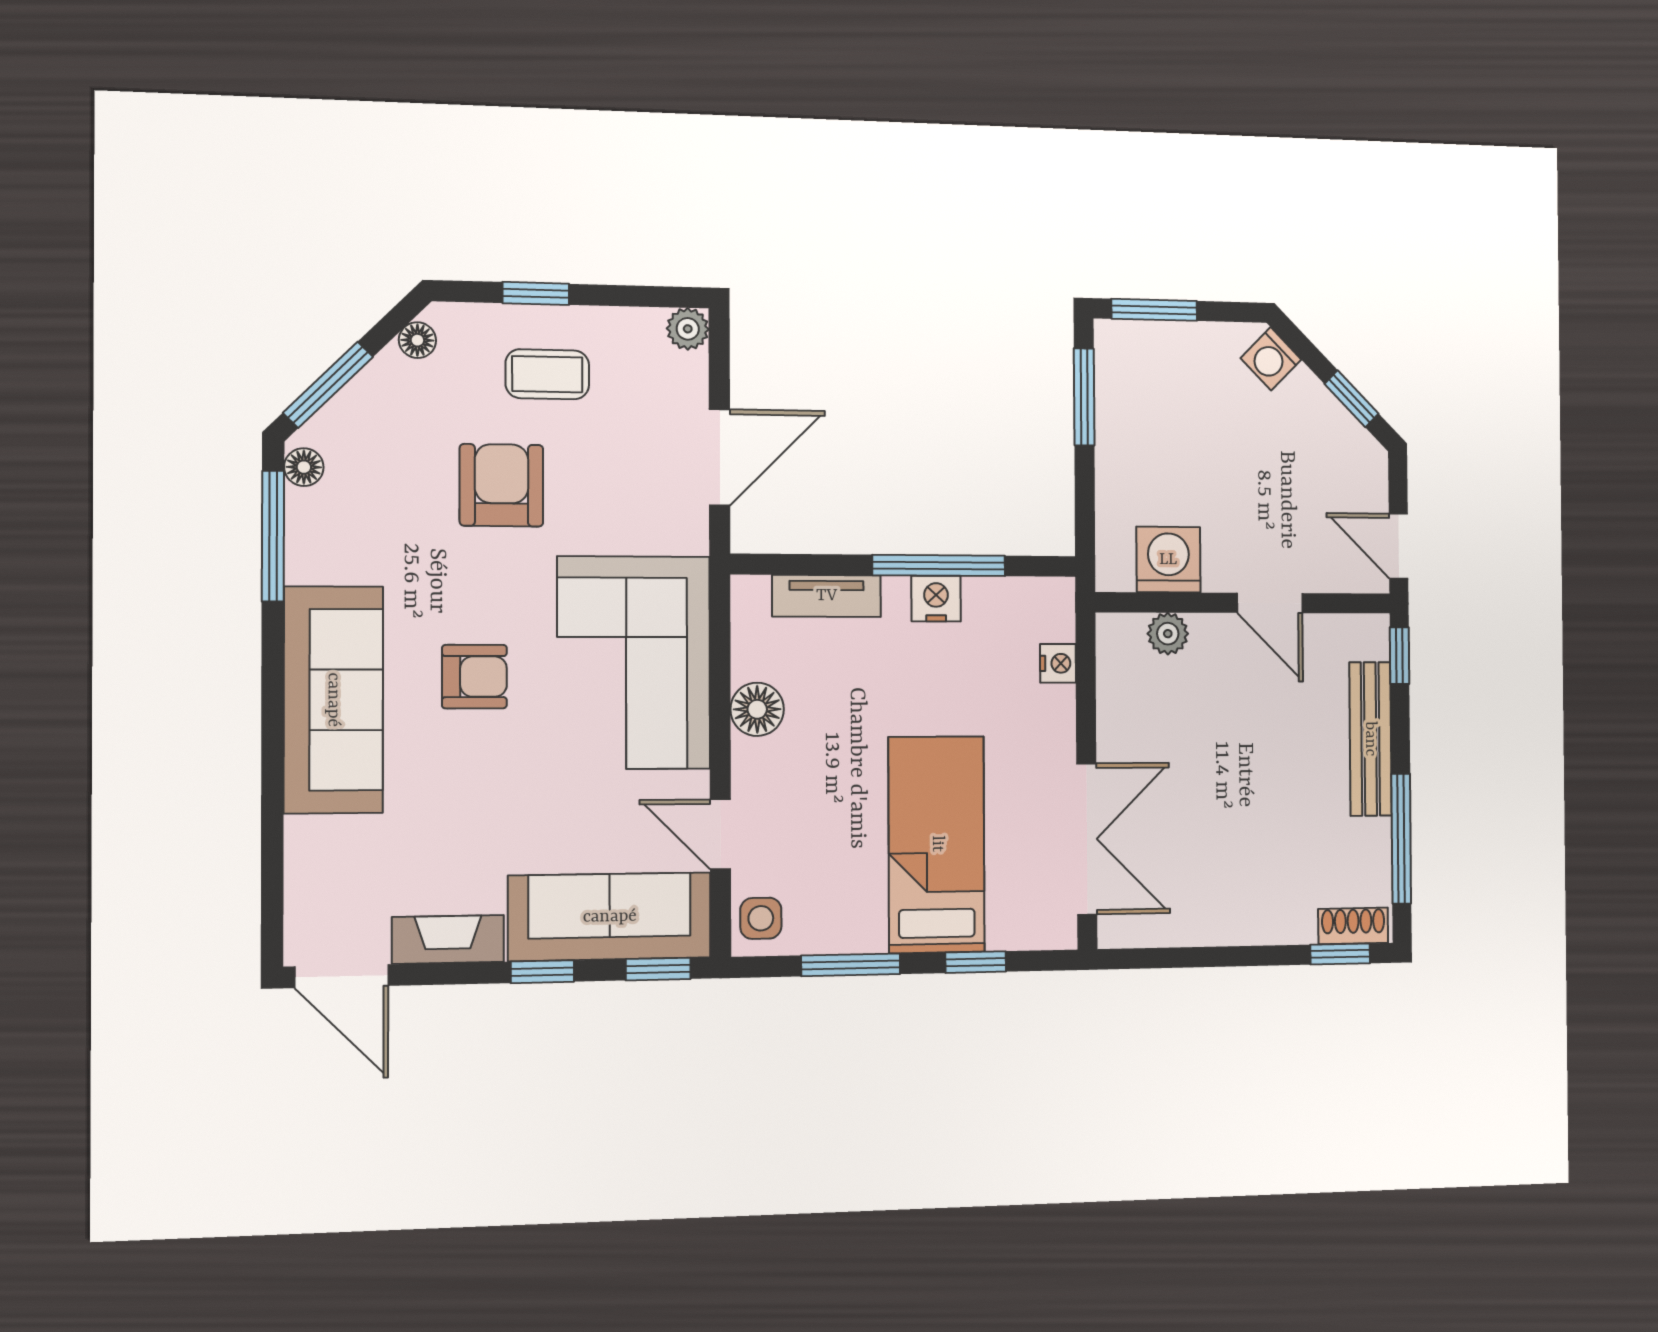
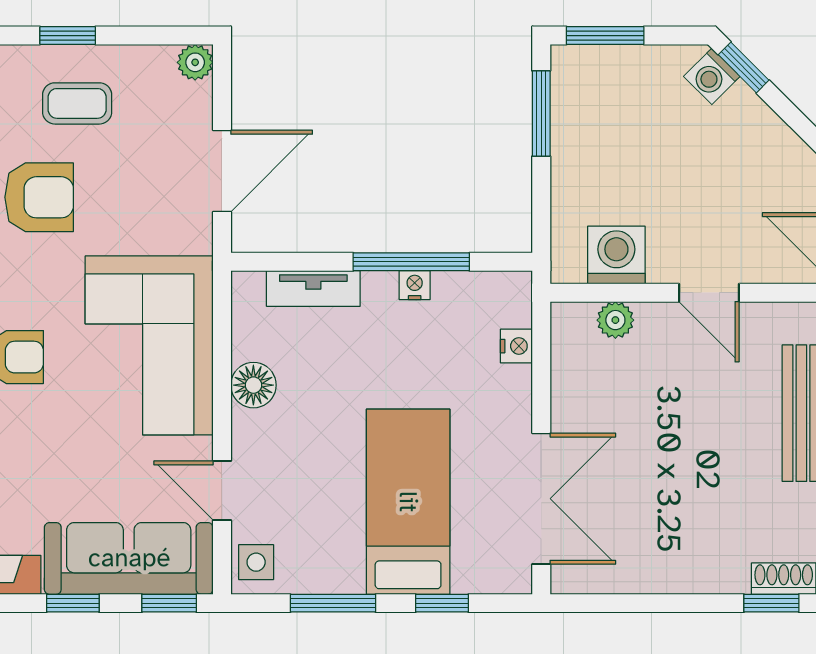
window: (1352, 399) -> (744, 67), moved
armchair: (501, 485) -> (39, 197), turned 90
nightstand: (936, 599) -> (415, 285), width x0.72, depth x0.74

